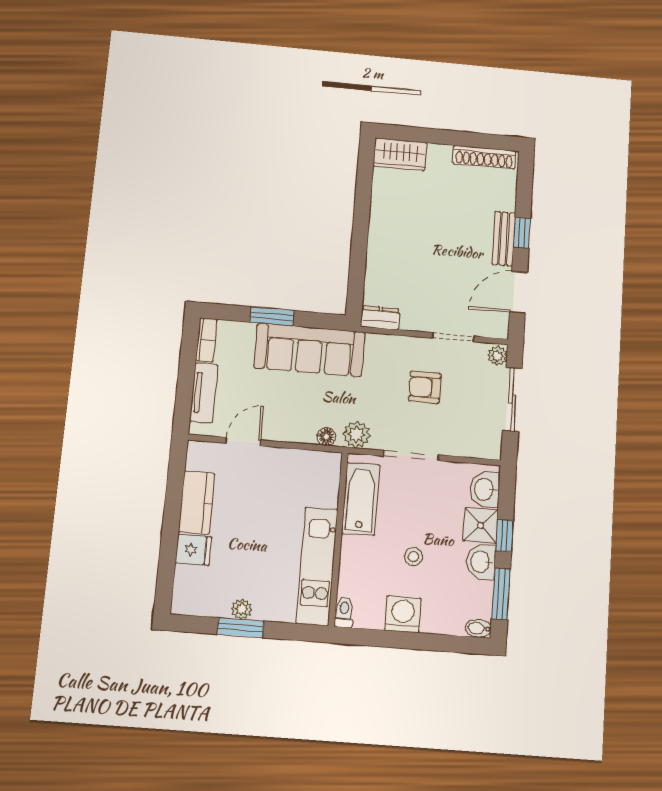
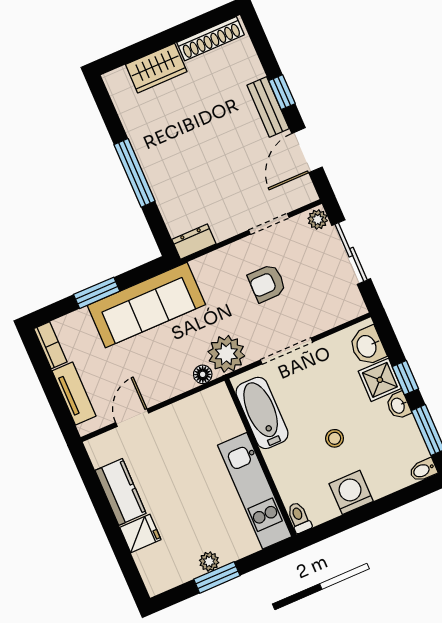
wardrobe: (400, 154) -> (156, 68), moved
window: (360, 233) -> (135, 173), added
plant: (356, 435) -> (226, 354), width x1.36, depth x1.36
washbasin: (481, 562) -> (398, 405), width x0.72, depth x0.69

